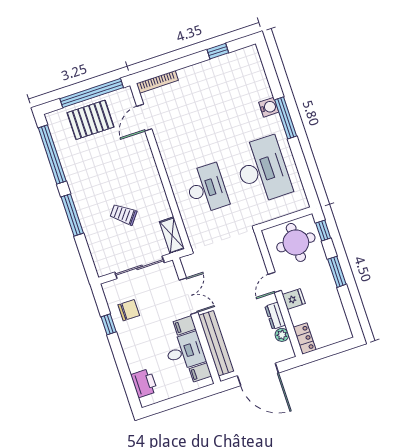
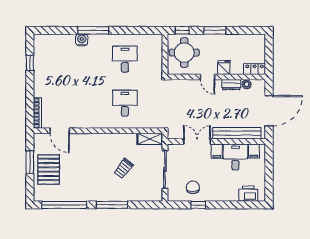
window: (92, 93) -> (30, 162), width x0.47
desk: (263, 170) -> (125, 59), width x0.53, depth x0.77
desk: (207, 189) -> (125, 103), width x0.73

